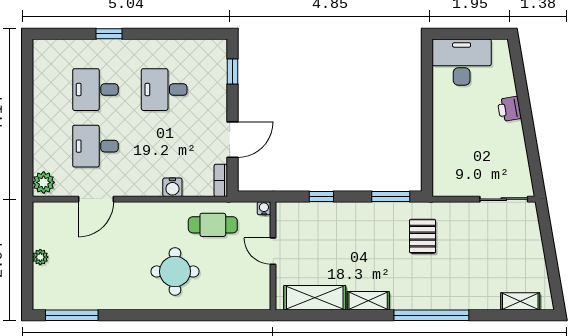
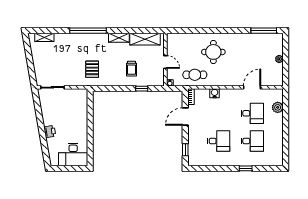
plant: (44, 182) -> (278, 107), moved
window: (391, 197) -> (108, 89), removed
trolley: (342, 238) -> (132, 69), added

